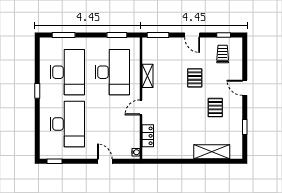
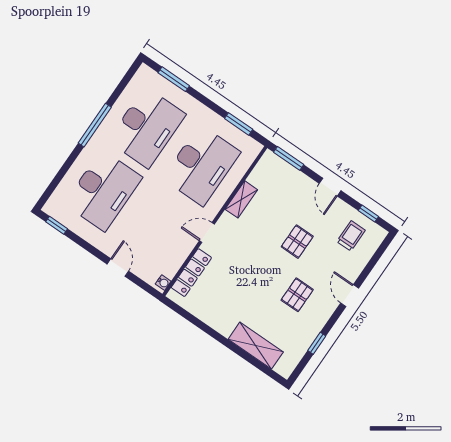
window: (37, 91) -> (95, 125), width x2.17
locker: (148, 136) -> (191, 273), width x1.53

